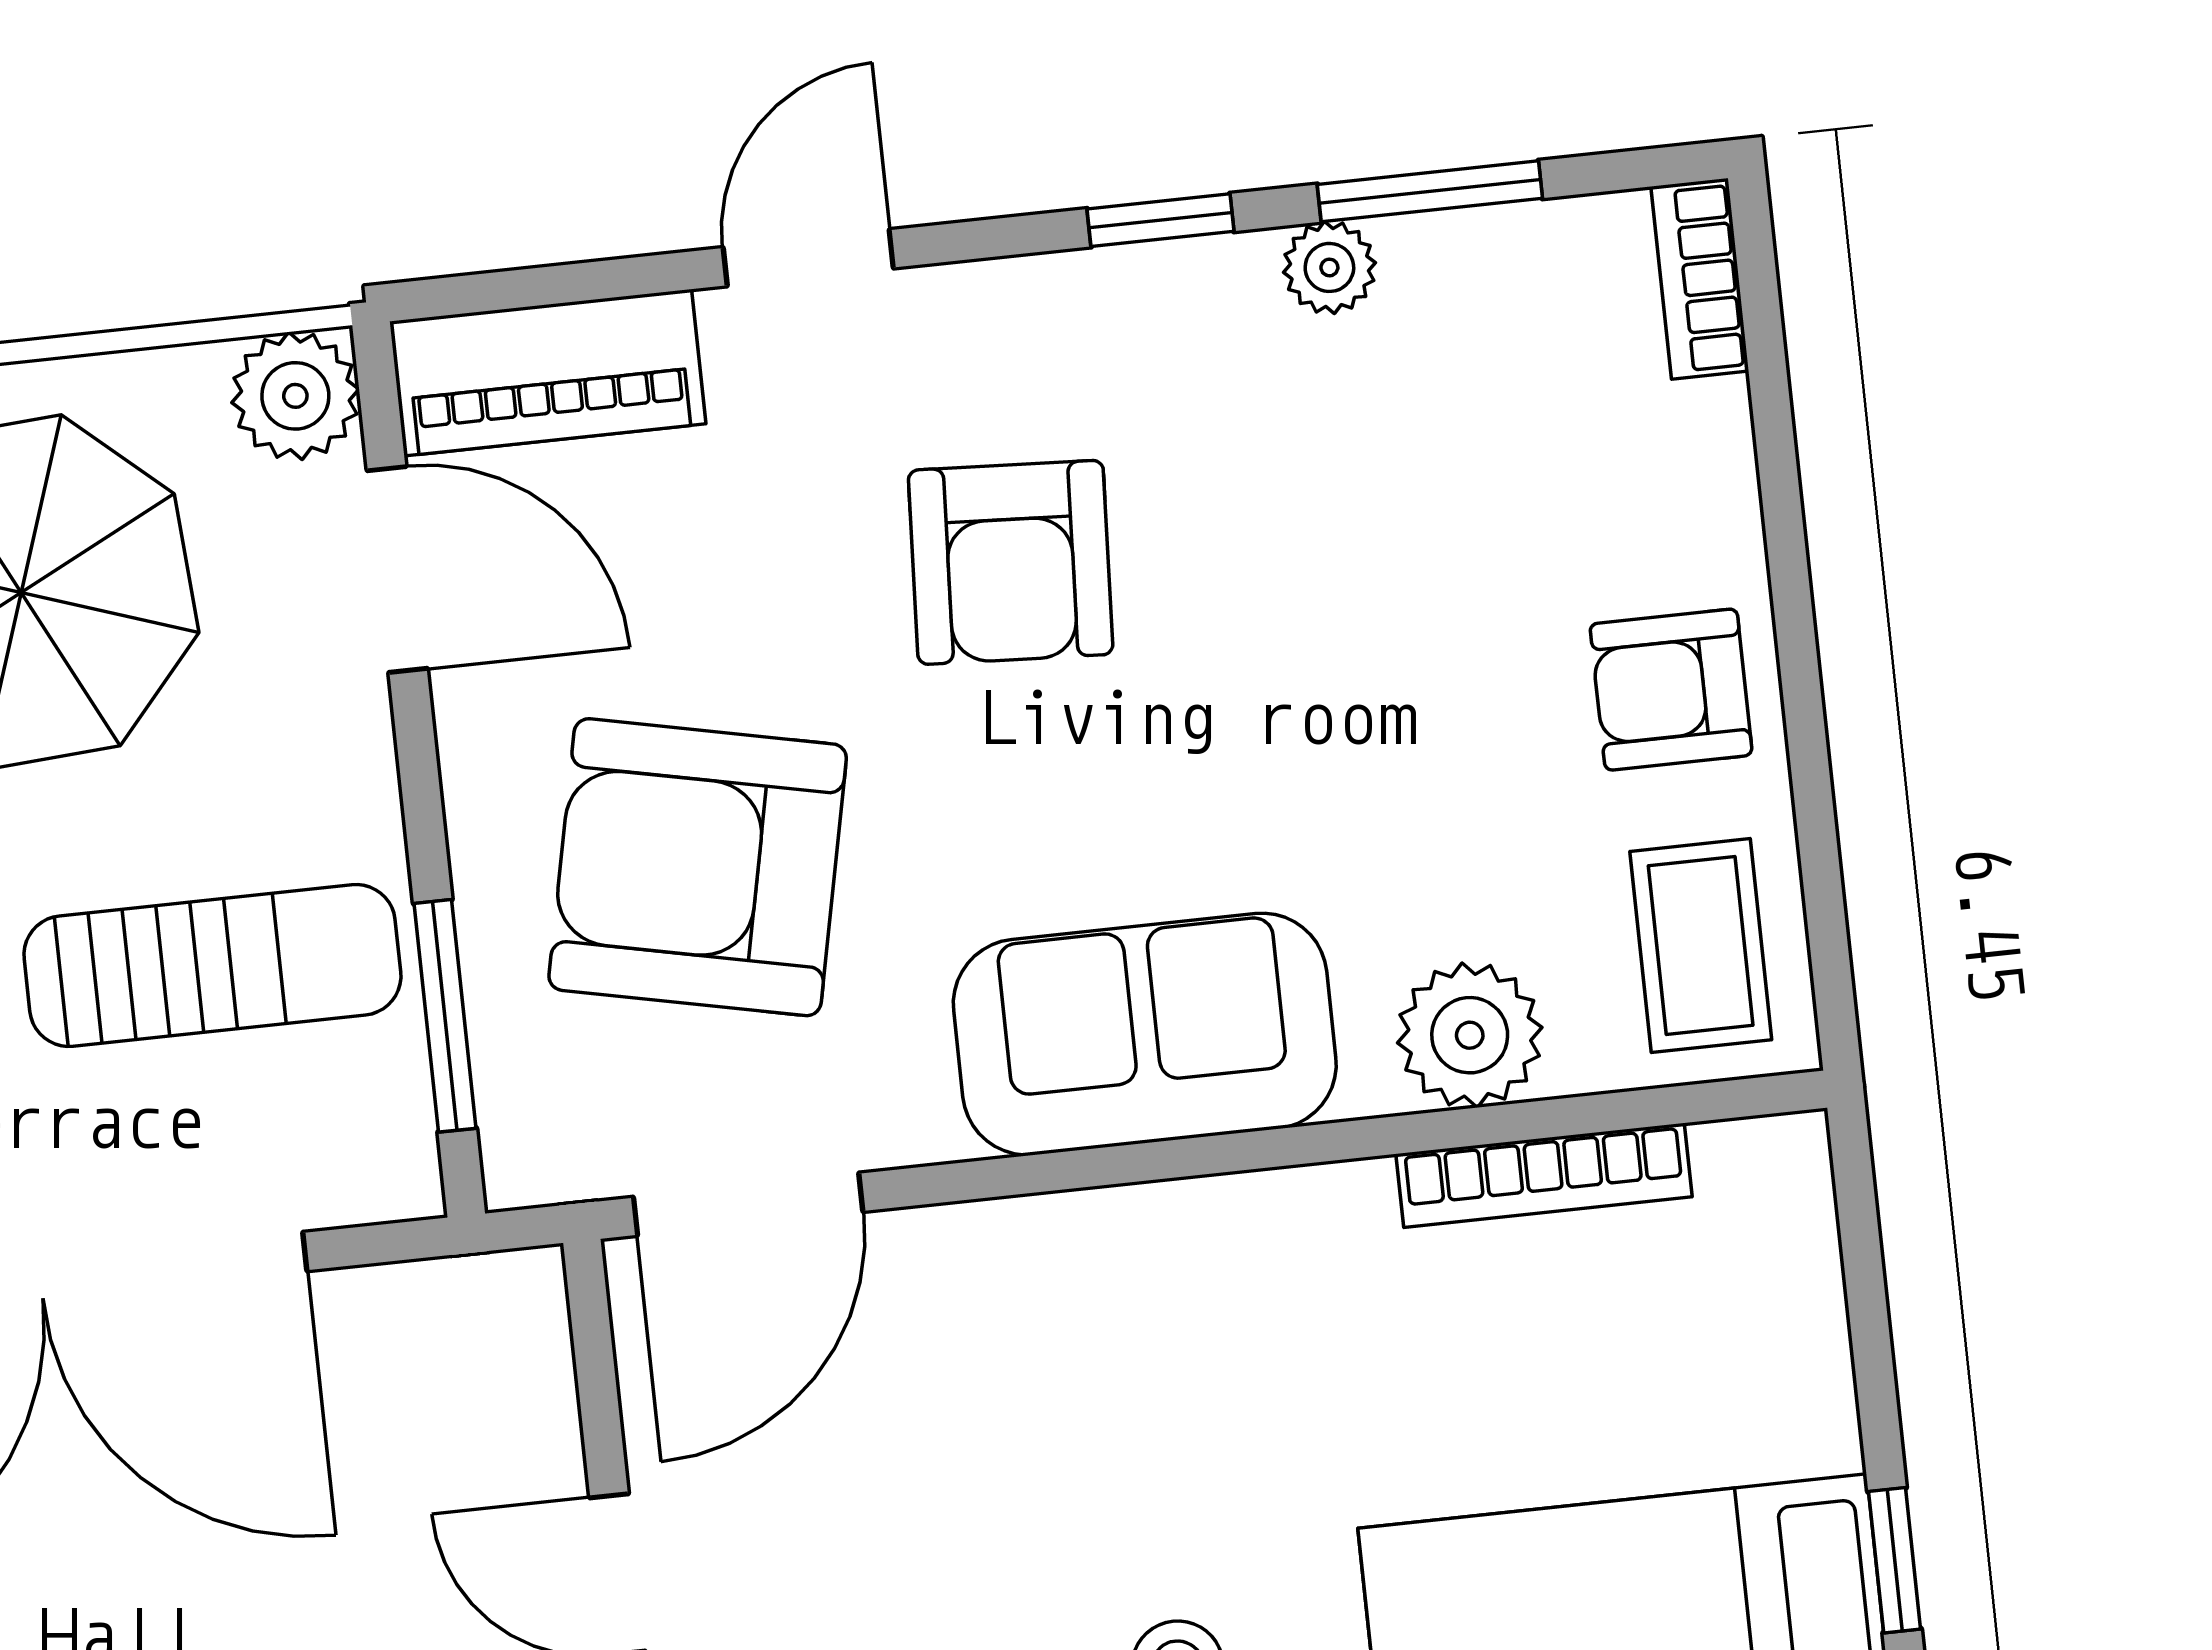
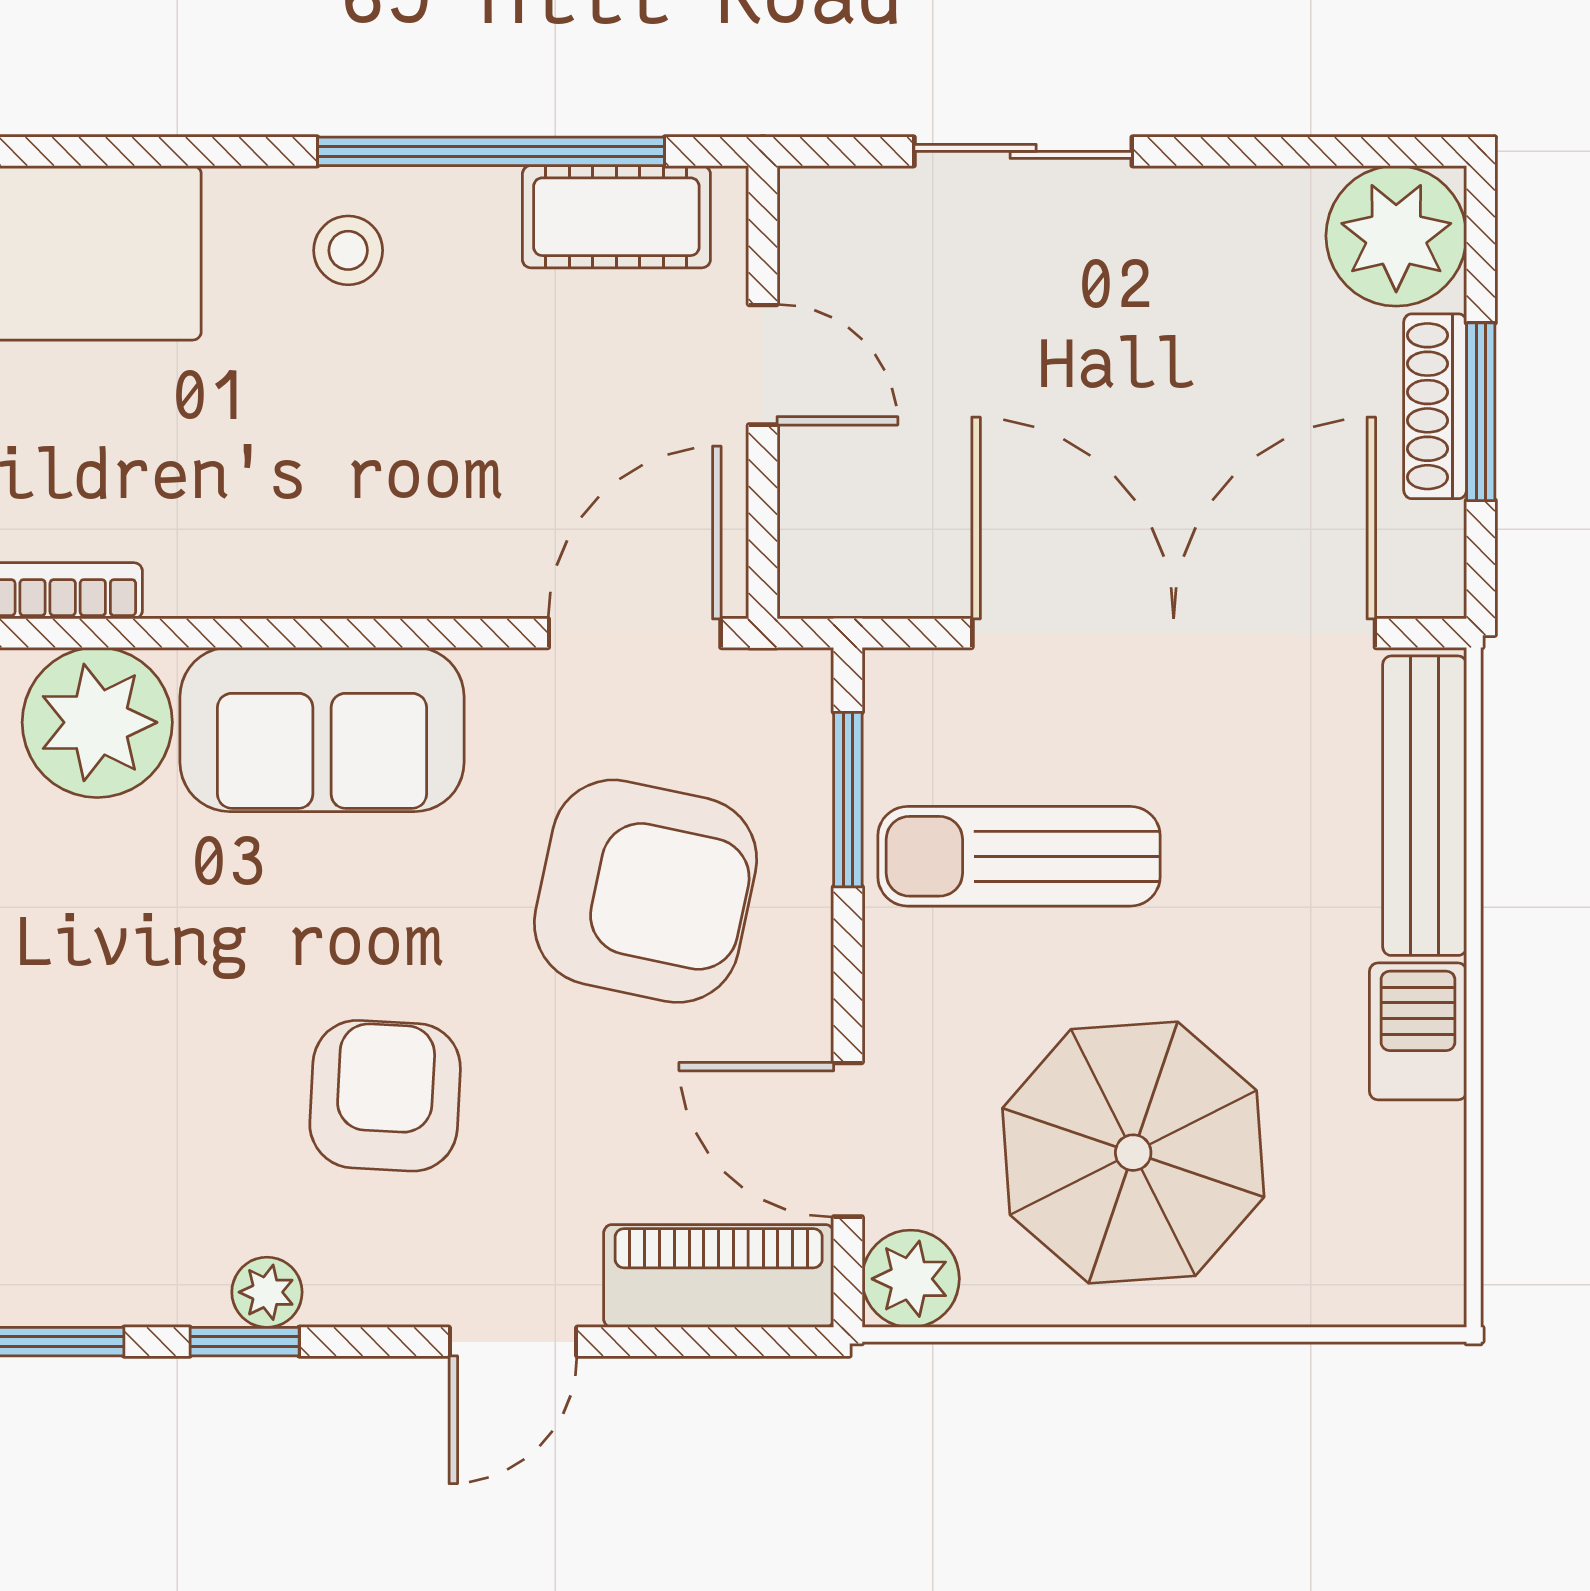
plant: (1329, 267) -> (267, 1292), moved
plant: (1470, 1035) -> (97, 722), width x1.36, depth x1.36

